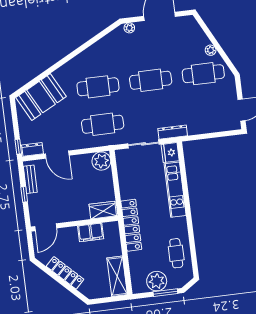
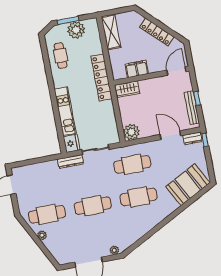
bench: (30, 179) -> (192, 108), width x1.36

